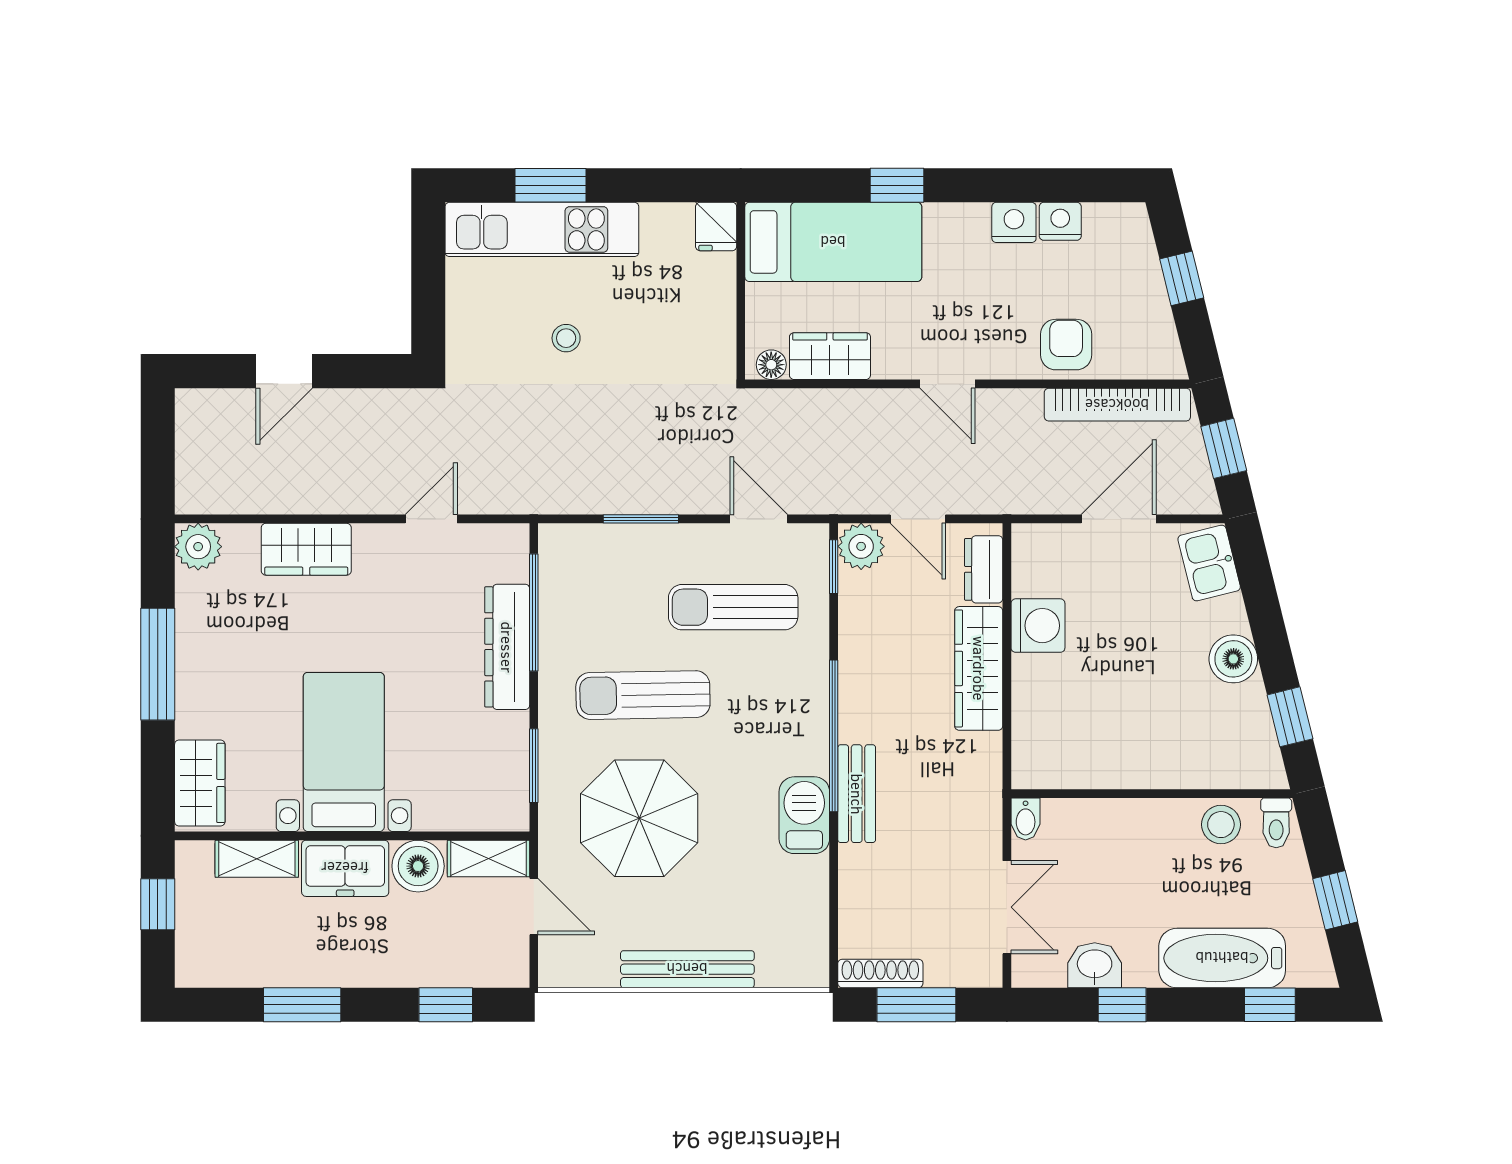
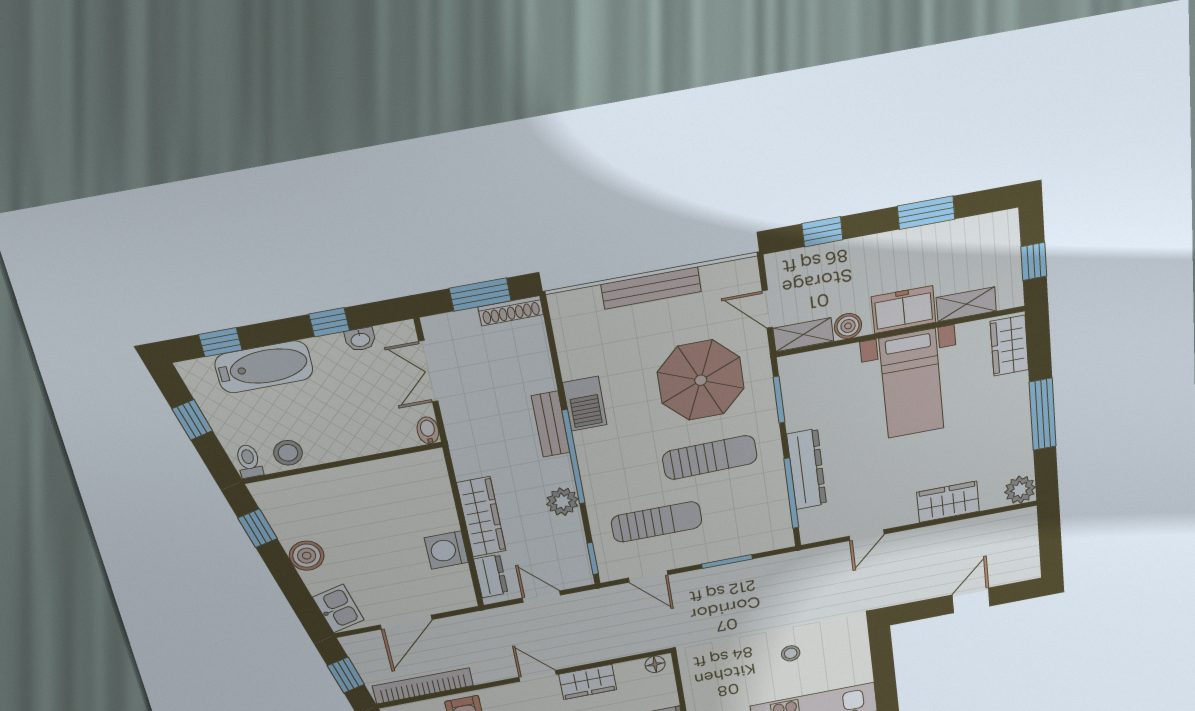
wardrobe: (830, 356) -> (588, 682), moved
plant: (861, 546) -> (562, 502), moved
boiler: (418, 866) -> (848, 326), width x0.73, depth x0.73
washbasin: (1095, 965) -> (360, 339), width x0.72, depth x0.69

